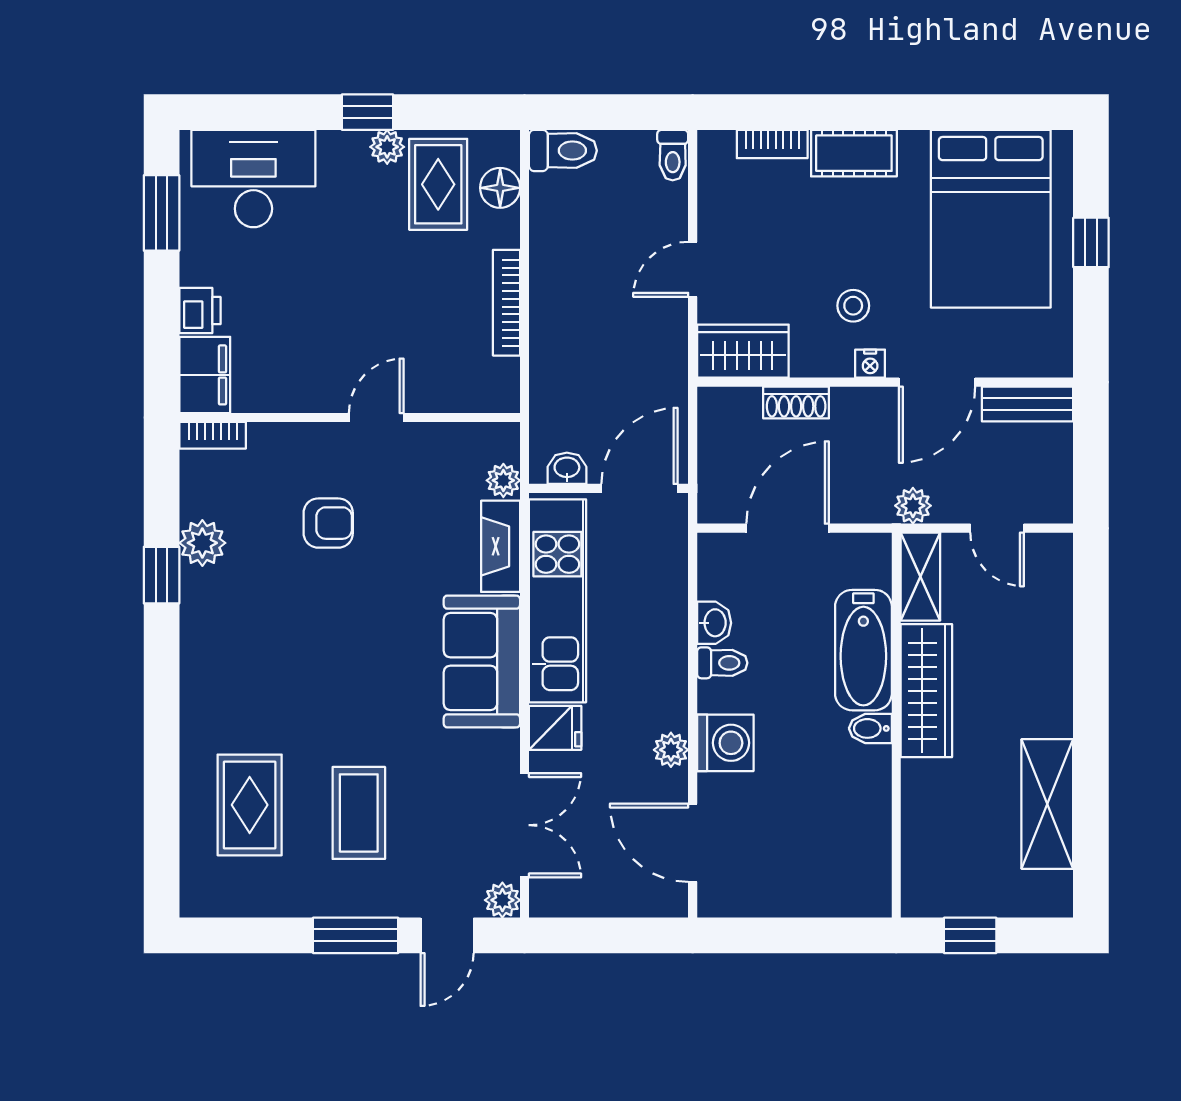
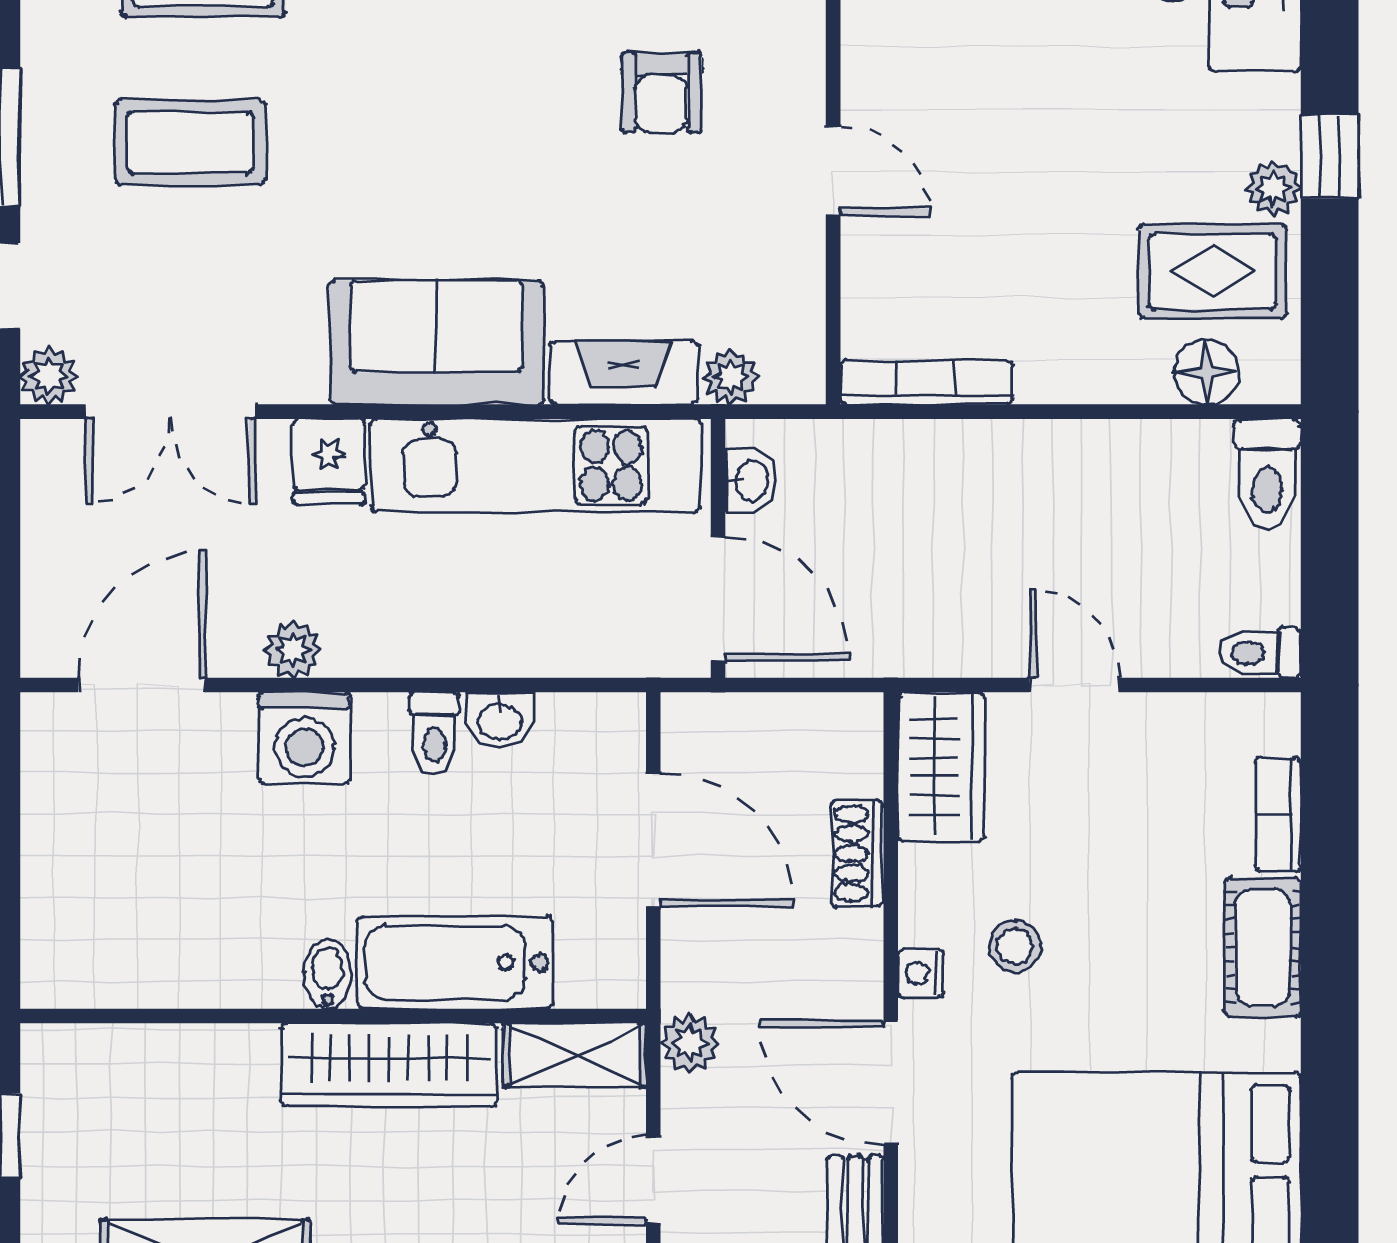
bookcase: (506, 303) -> (926, 382), moved

